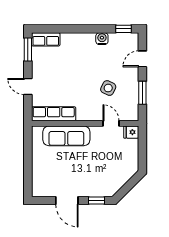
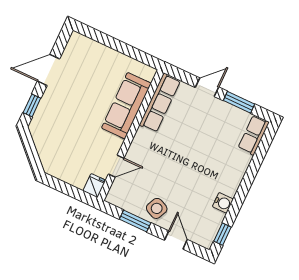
window: (28, 49) -> (239, 102), moved
side table: (108, 88) -> (157, 208), moved

